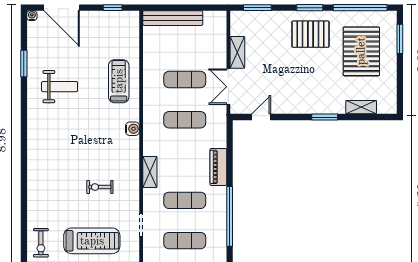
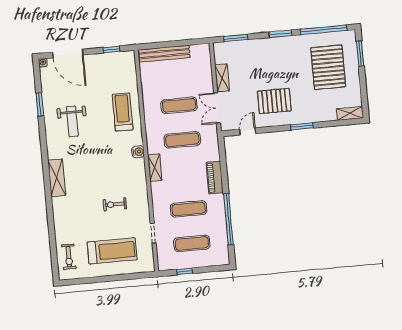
pallet: (310, 34) -> (274, 101), moved
weight bench: (60, 87) -> (72, 121), turned 90
shelving: (361, 107) -> (350, 113), moved
shelving: (35, 150) -> (57, 178), added
shelving: (150, 172) -> (155, 168), moved

